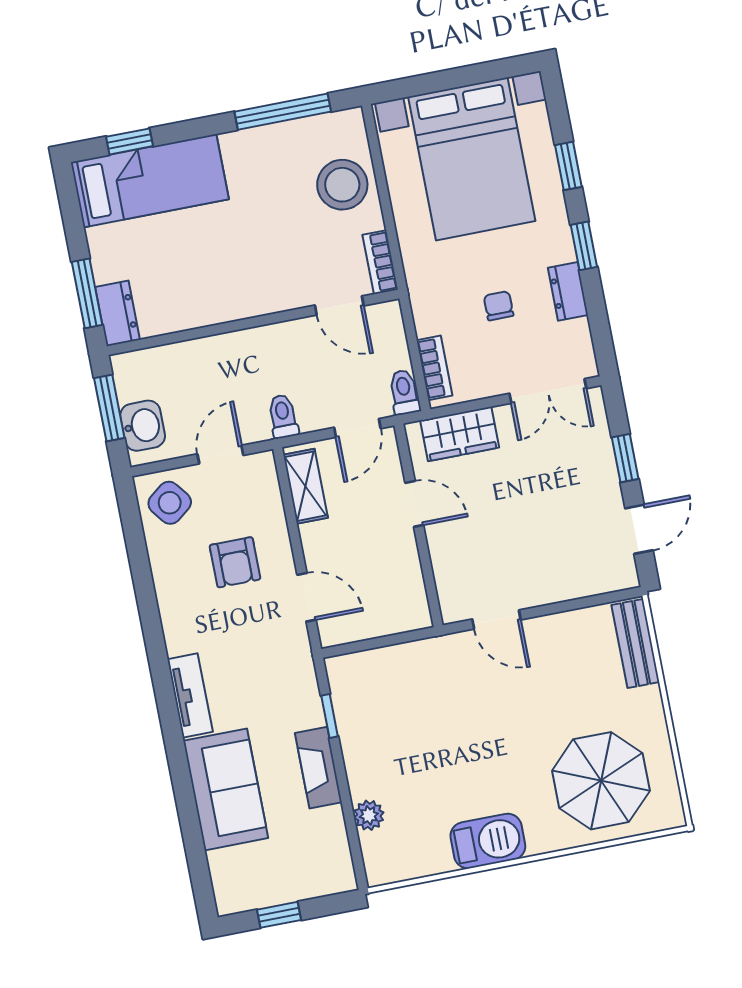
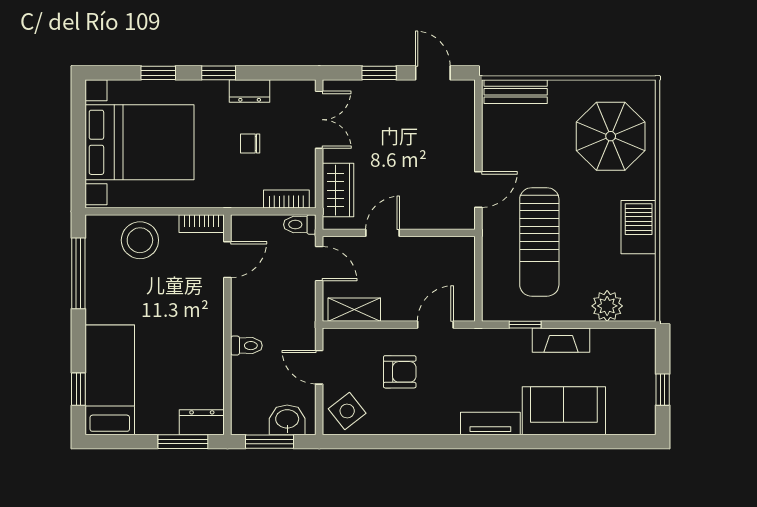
toilet: (283, 416) -> (246, 346), moved, turned 180
sun lounger: (443, 714) -> (539, 242), added
plant: (369, 815) -> (607, 306), width x1.38, depth x1.38

